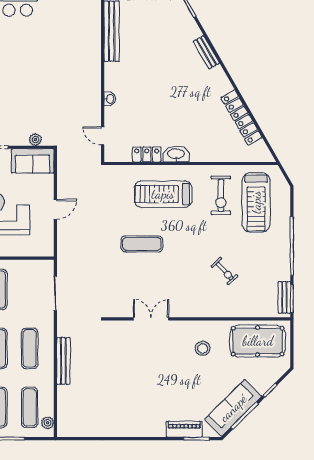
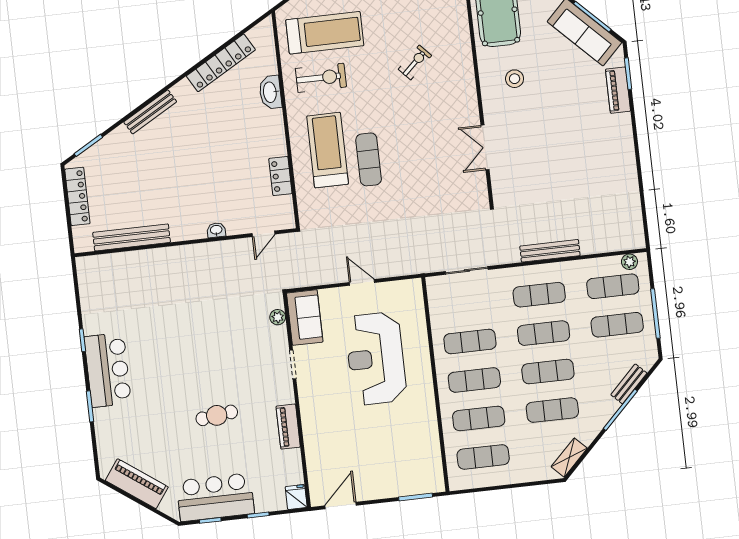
bench: (206, 52) -> (150, 112), width x1.36
washbasin: (176, 154) -> (270, 92), moved
treadmill: (163, 194) -> (328, 150), turned 180
exercise mat: (142, 244) -> (369, 159), moved

